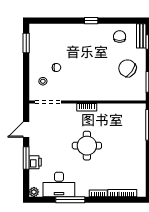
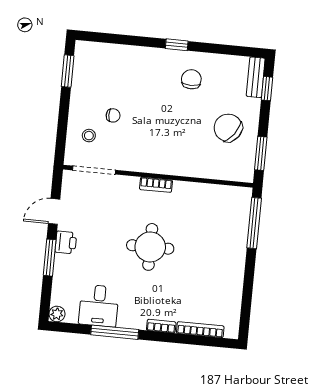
chair: (120, 37) -> (191, 79), moved
printer: (35, 162) -> (66, 242), moved
desk: (59, 184) -> (99, 306), width x0.73

